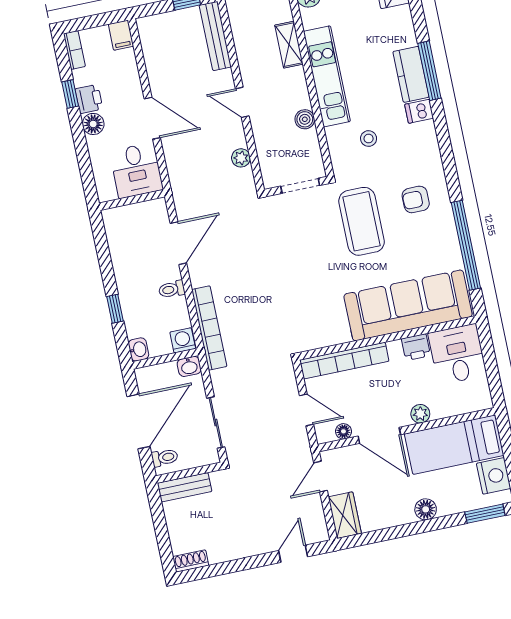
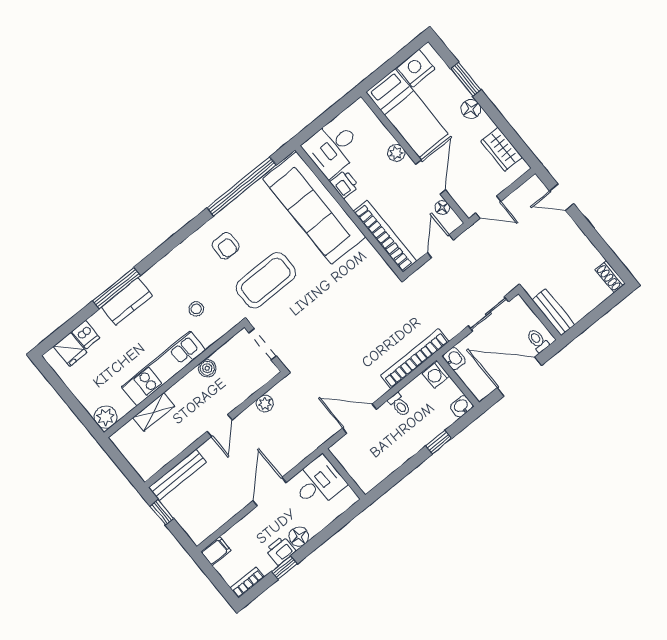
dishwasher: (419, 111) -> (86, 335), moved
window: (485, 514) -> (466, 79), moved
wardrobe: (345, 515) -> (501, 149), moved, turned -90

